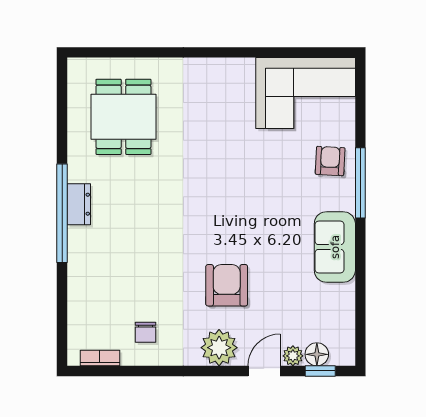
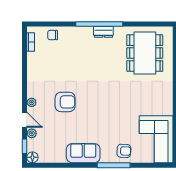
dining table: (123, 117) -> (145, 53), width x1.37
chair: (146, 332) -> (53, 35), moved
plant: (219, 348) -> (32, 102), width x0.53, depth x0.53
floor lamp: (317, 354) -> (32, 157), moved

